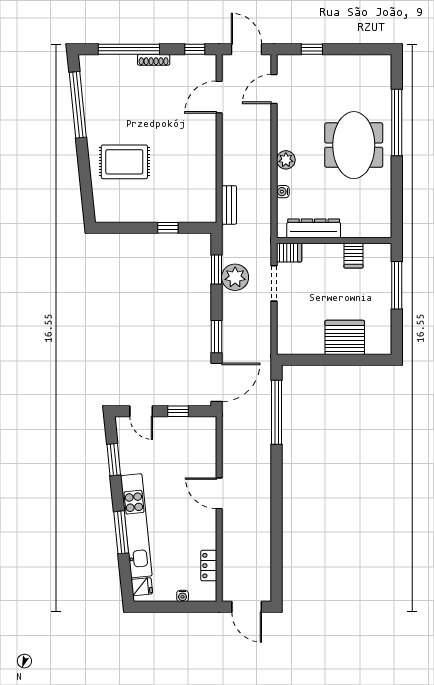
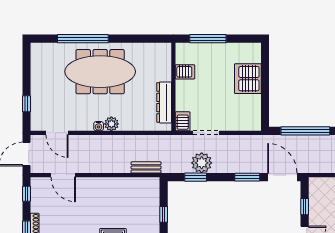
meeting table: (354, 145) -> (100, 72), width x1.36
water cooler: (283, 192) -> (99, 126), moved

